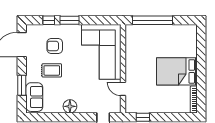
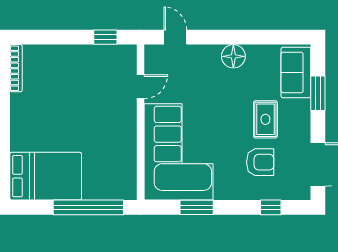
window: (69, 20) -> (197, 207), moved
rug: (52, 70) -> (265, 119), turned 90
bed: (177, 71) -> (46, 176), moved
door: (123, 89) -> (140, 87), hinge flipped

